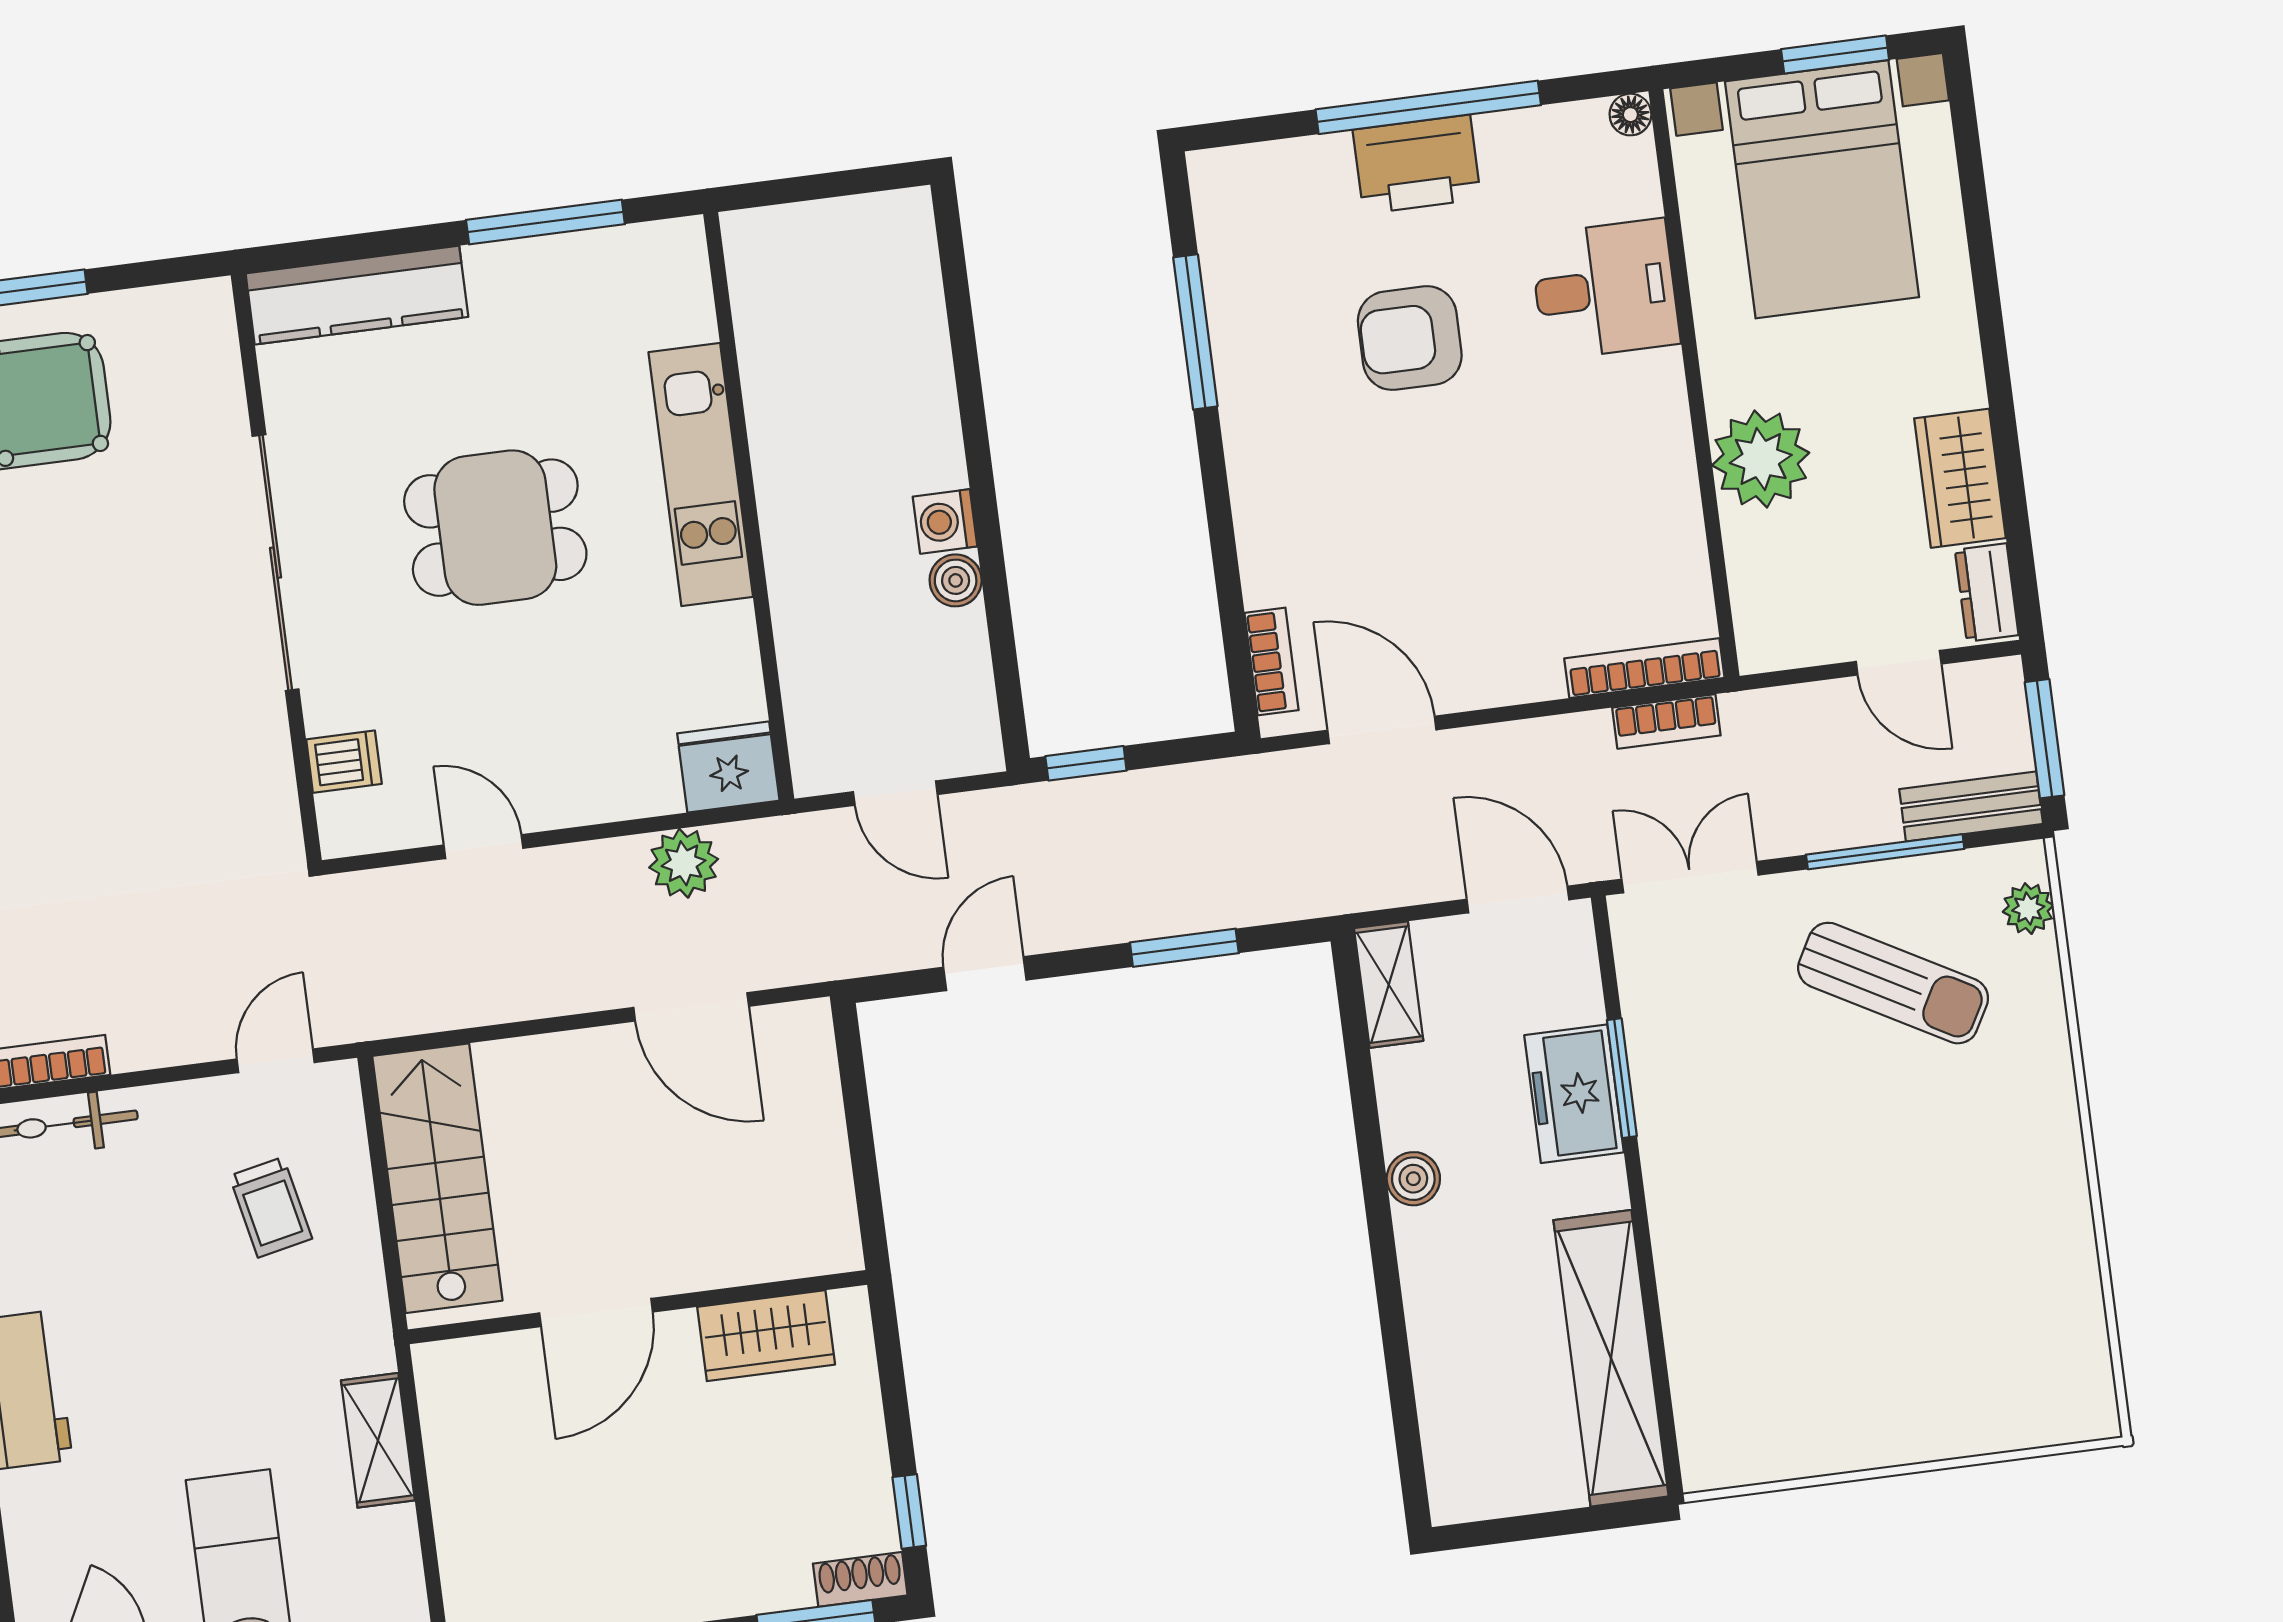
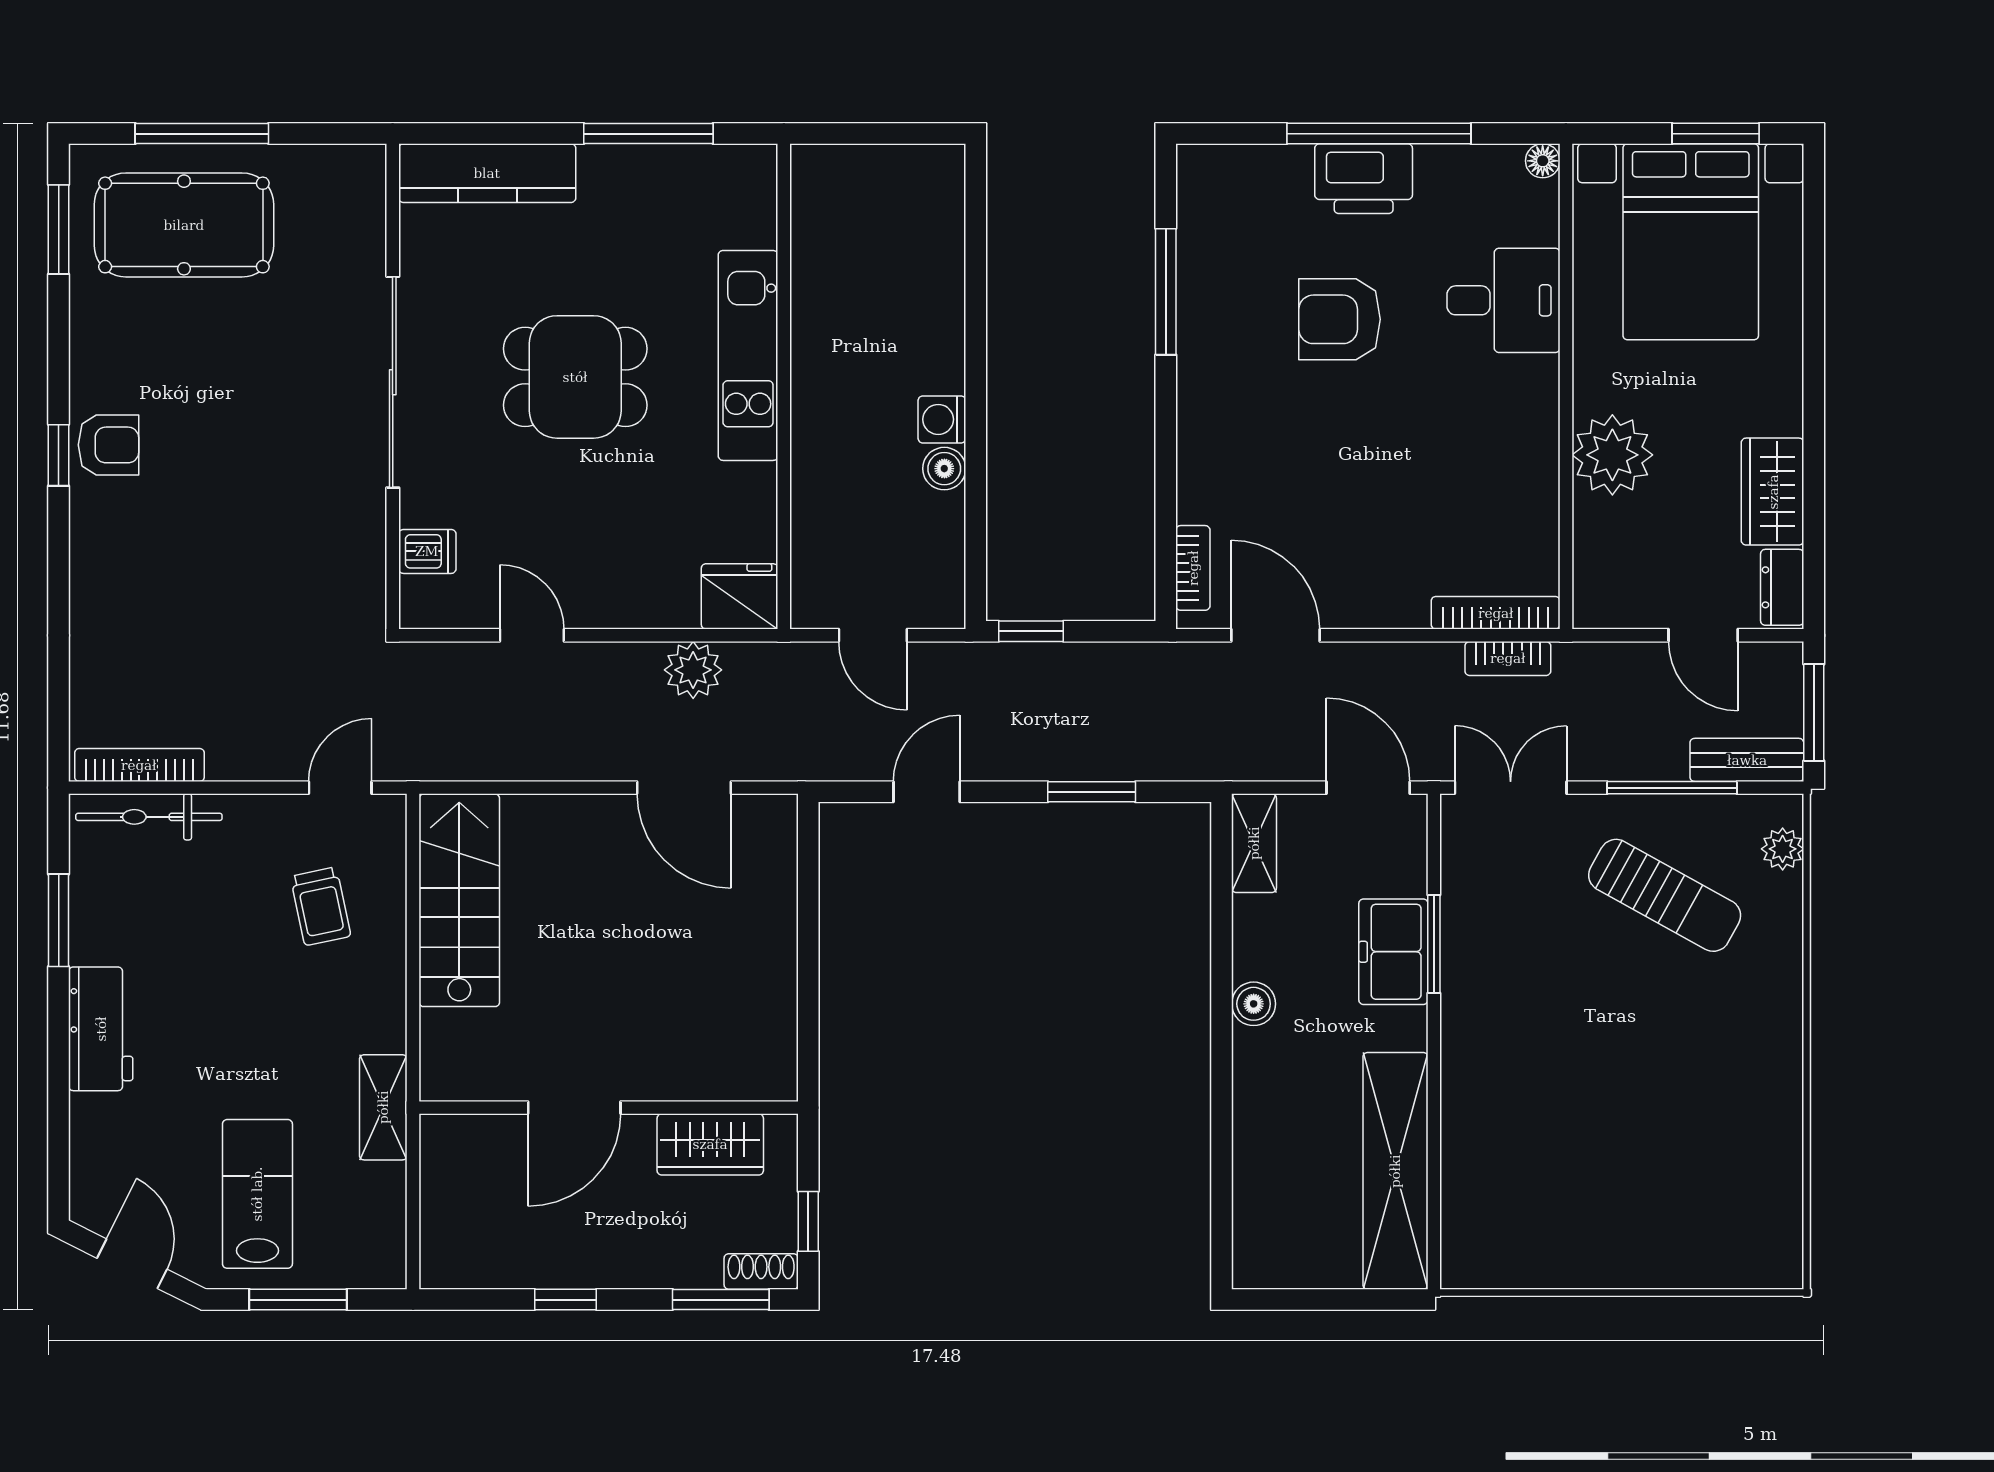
wall: (637, 1307) -> (609, 1108), moved
door: (596, 1312) -> (574, 1108), moved
wardrobe: (766, 1336) -> (710, 1144), moved

